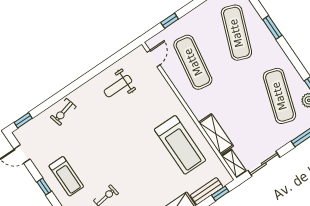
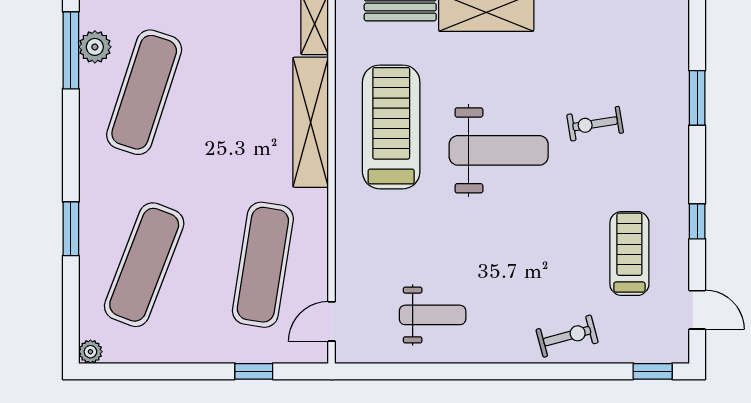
shelving: (216, 134) -> (311, 122), width x1.47
weight bench: (135, 163) -> (499, 150), added
treadmill: (66, 176) -> (629, 253), moved

